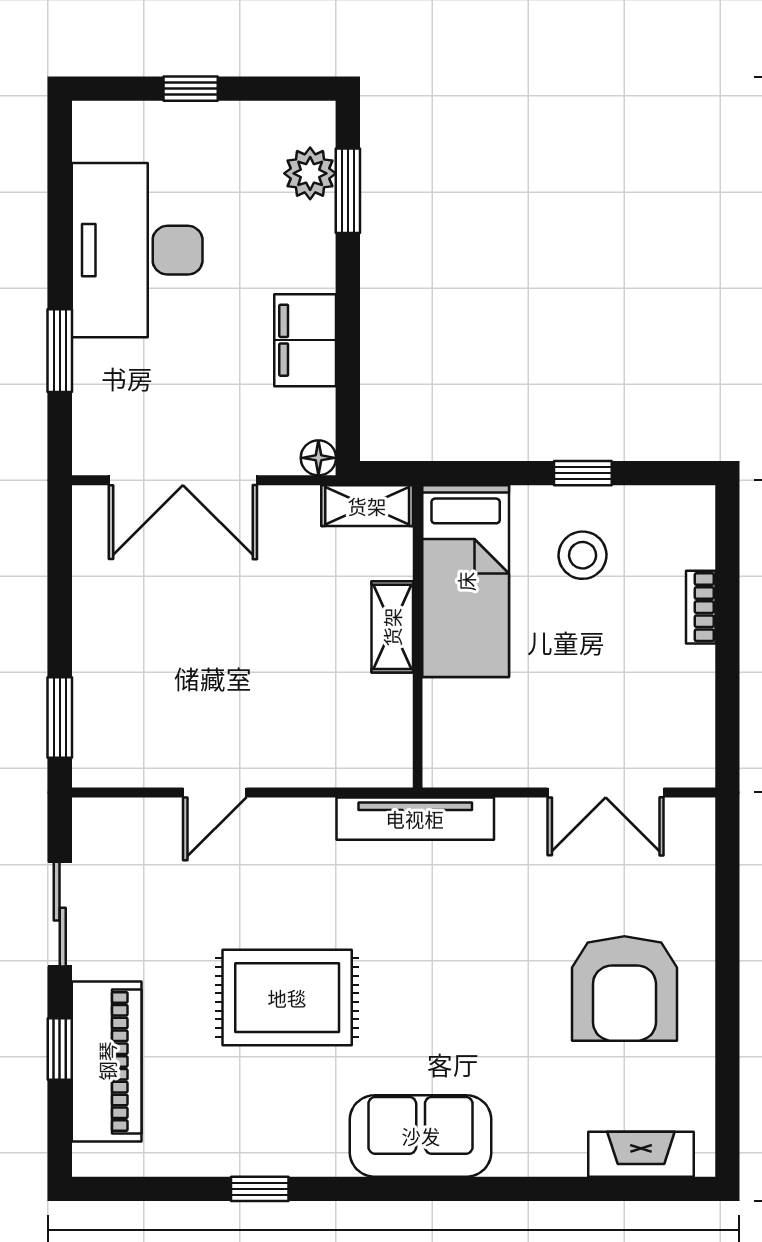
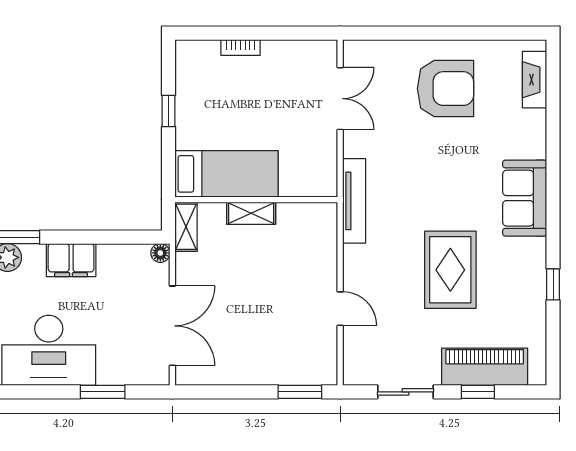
filing cabinet: (305, 340) -> (71, 260), moved
stool: (583, 555) -> (213, 111), removed

